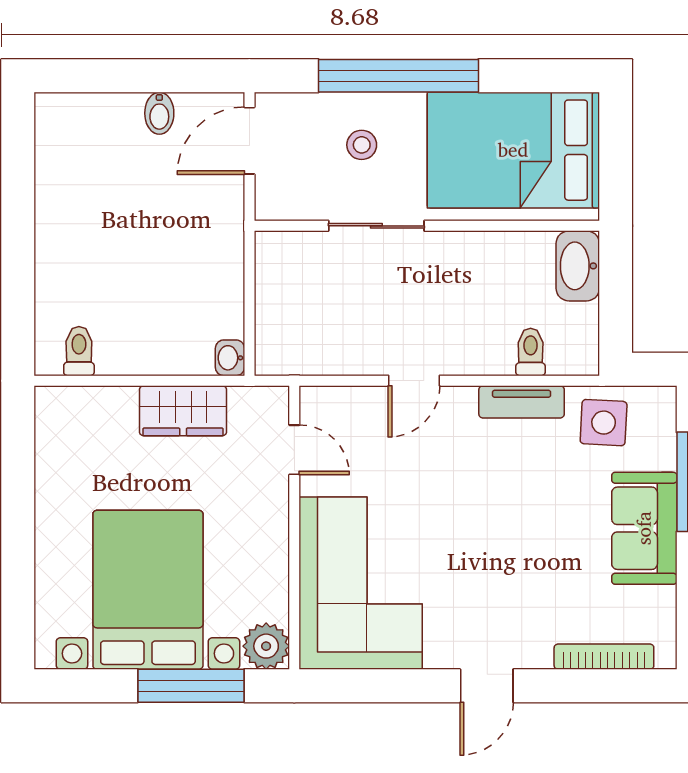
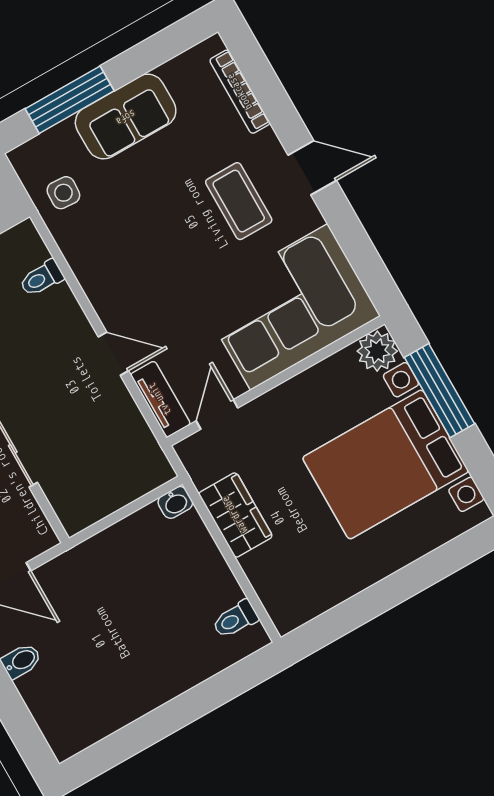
tv unit: (522, 402) -> (160, 399), moved
side table: (604, 423) -> (63, 193), width x0.73, depth x0.73
coffee table: (495, 593) -> (239, 201), added

